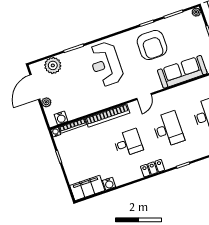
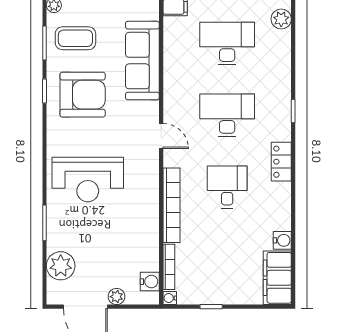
coffee table: (182, 30) -> (75, 38), added

